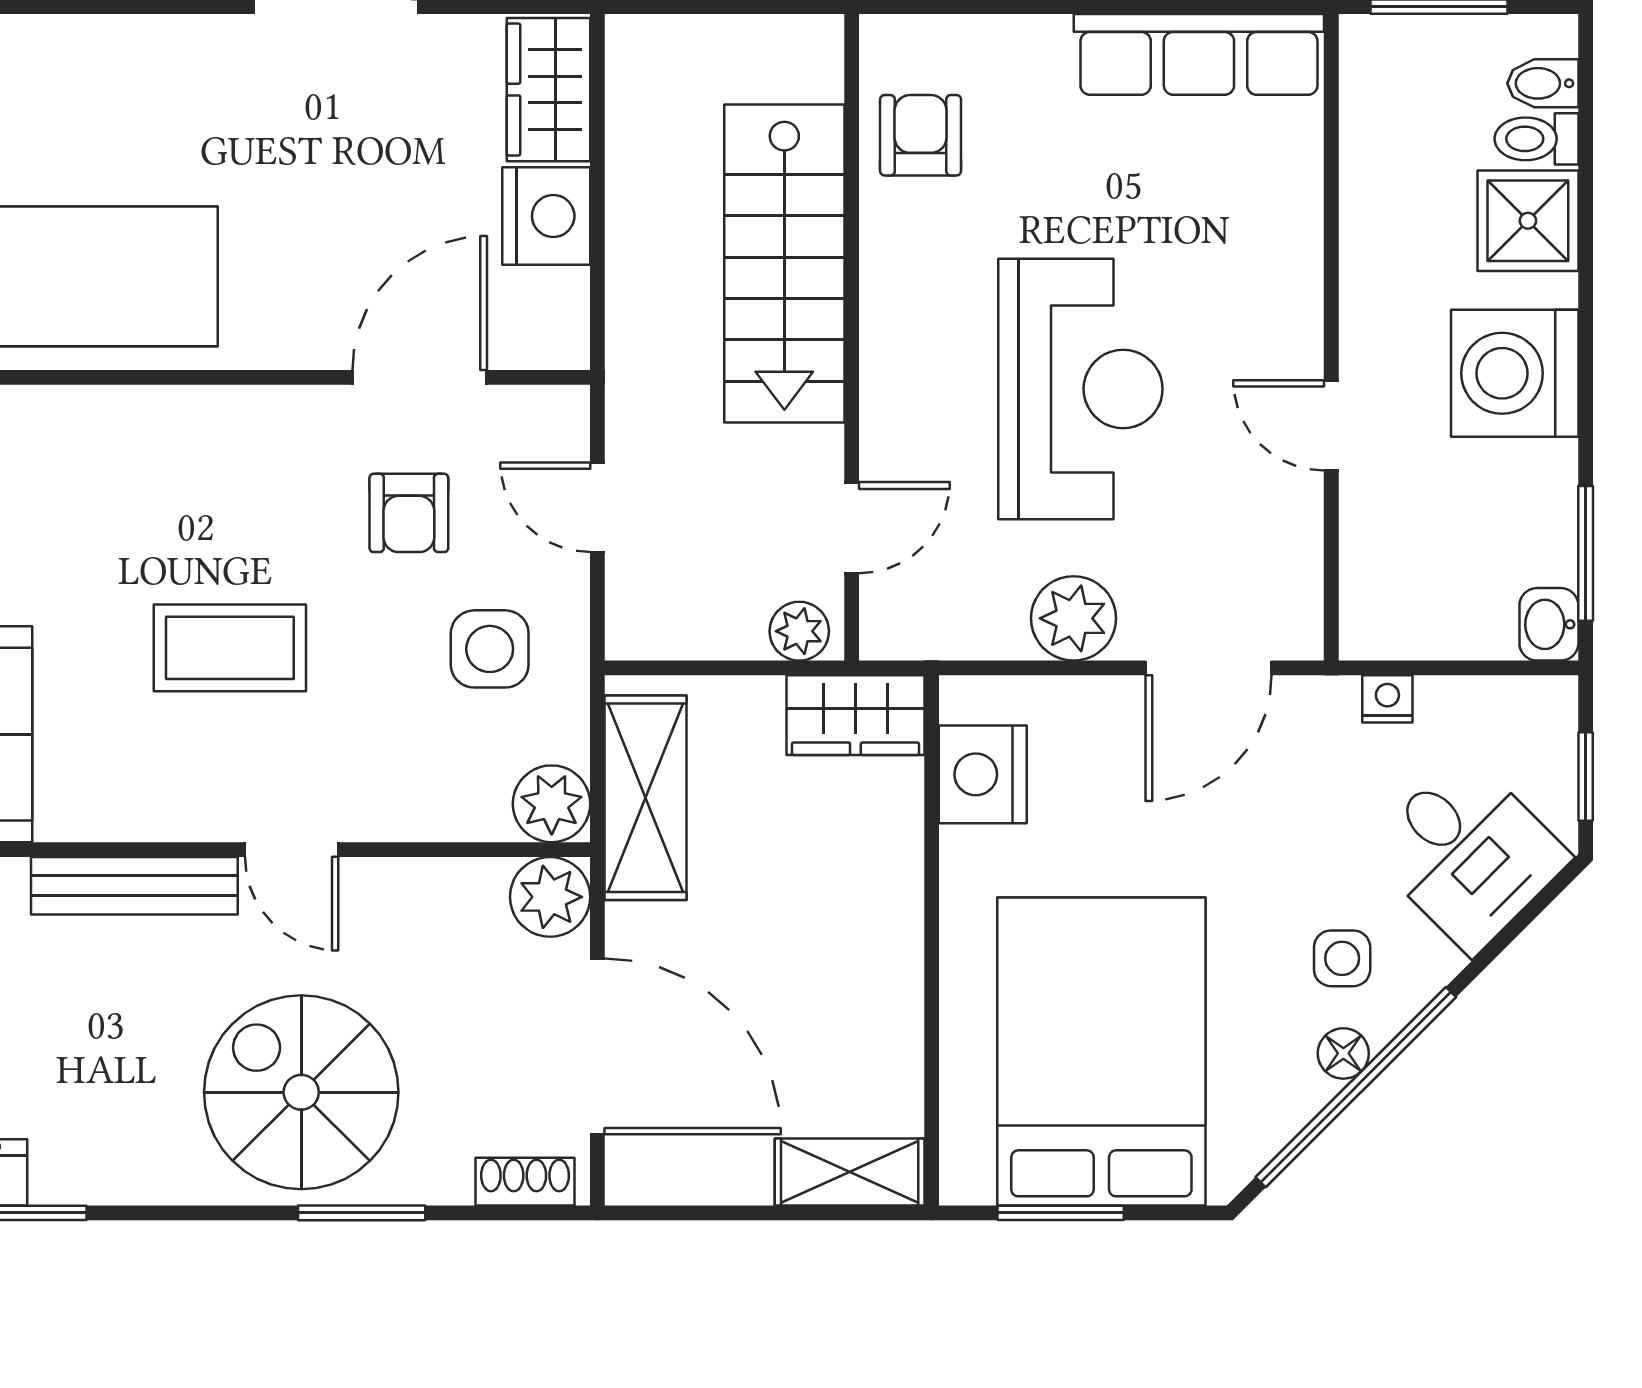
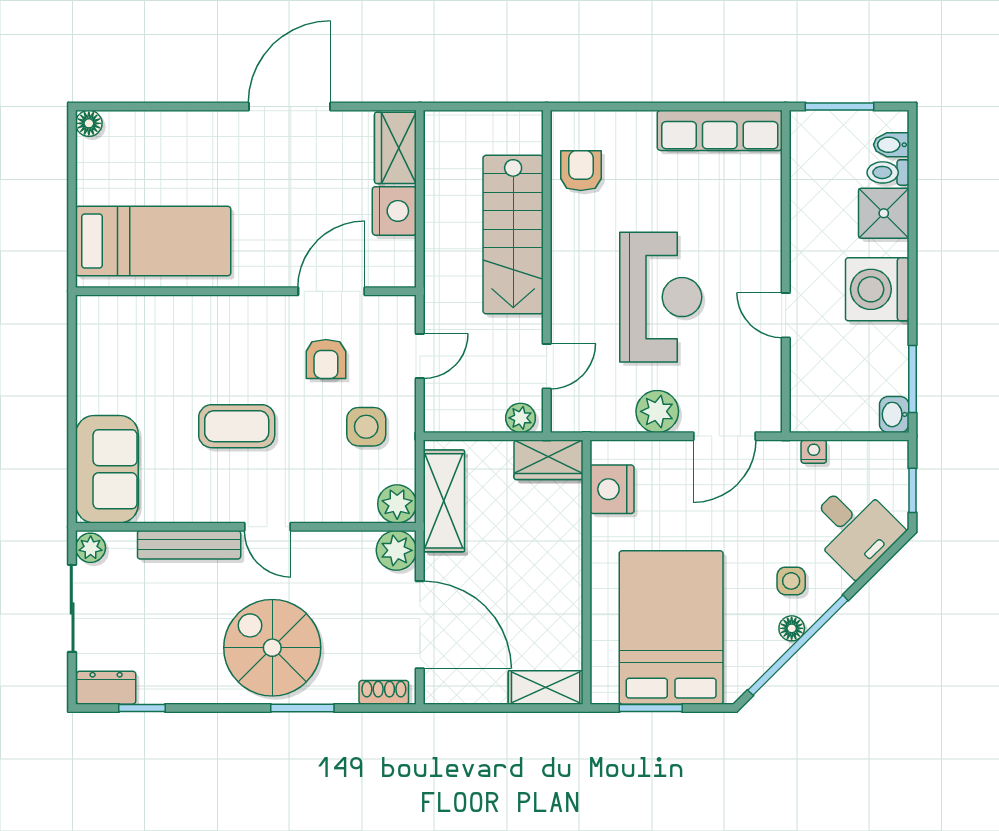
door: (597, 507) -> (420, 356), swing flipped

